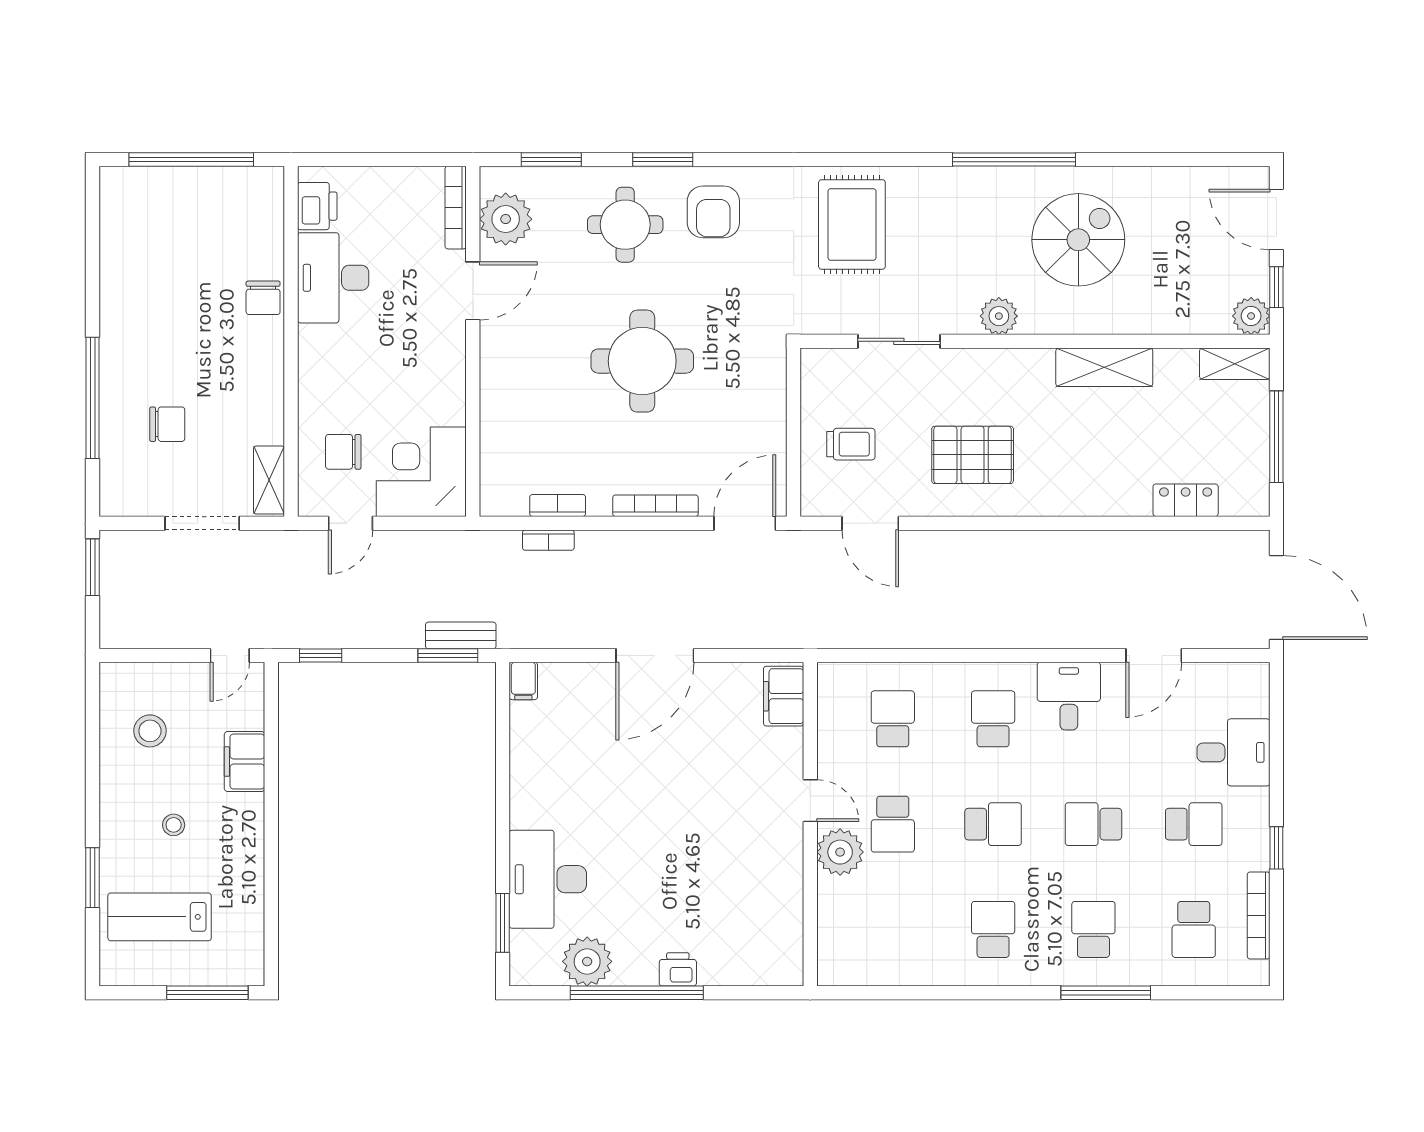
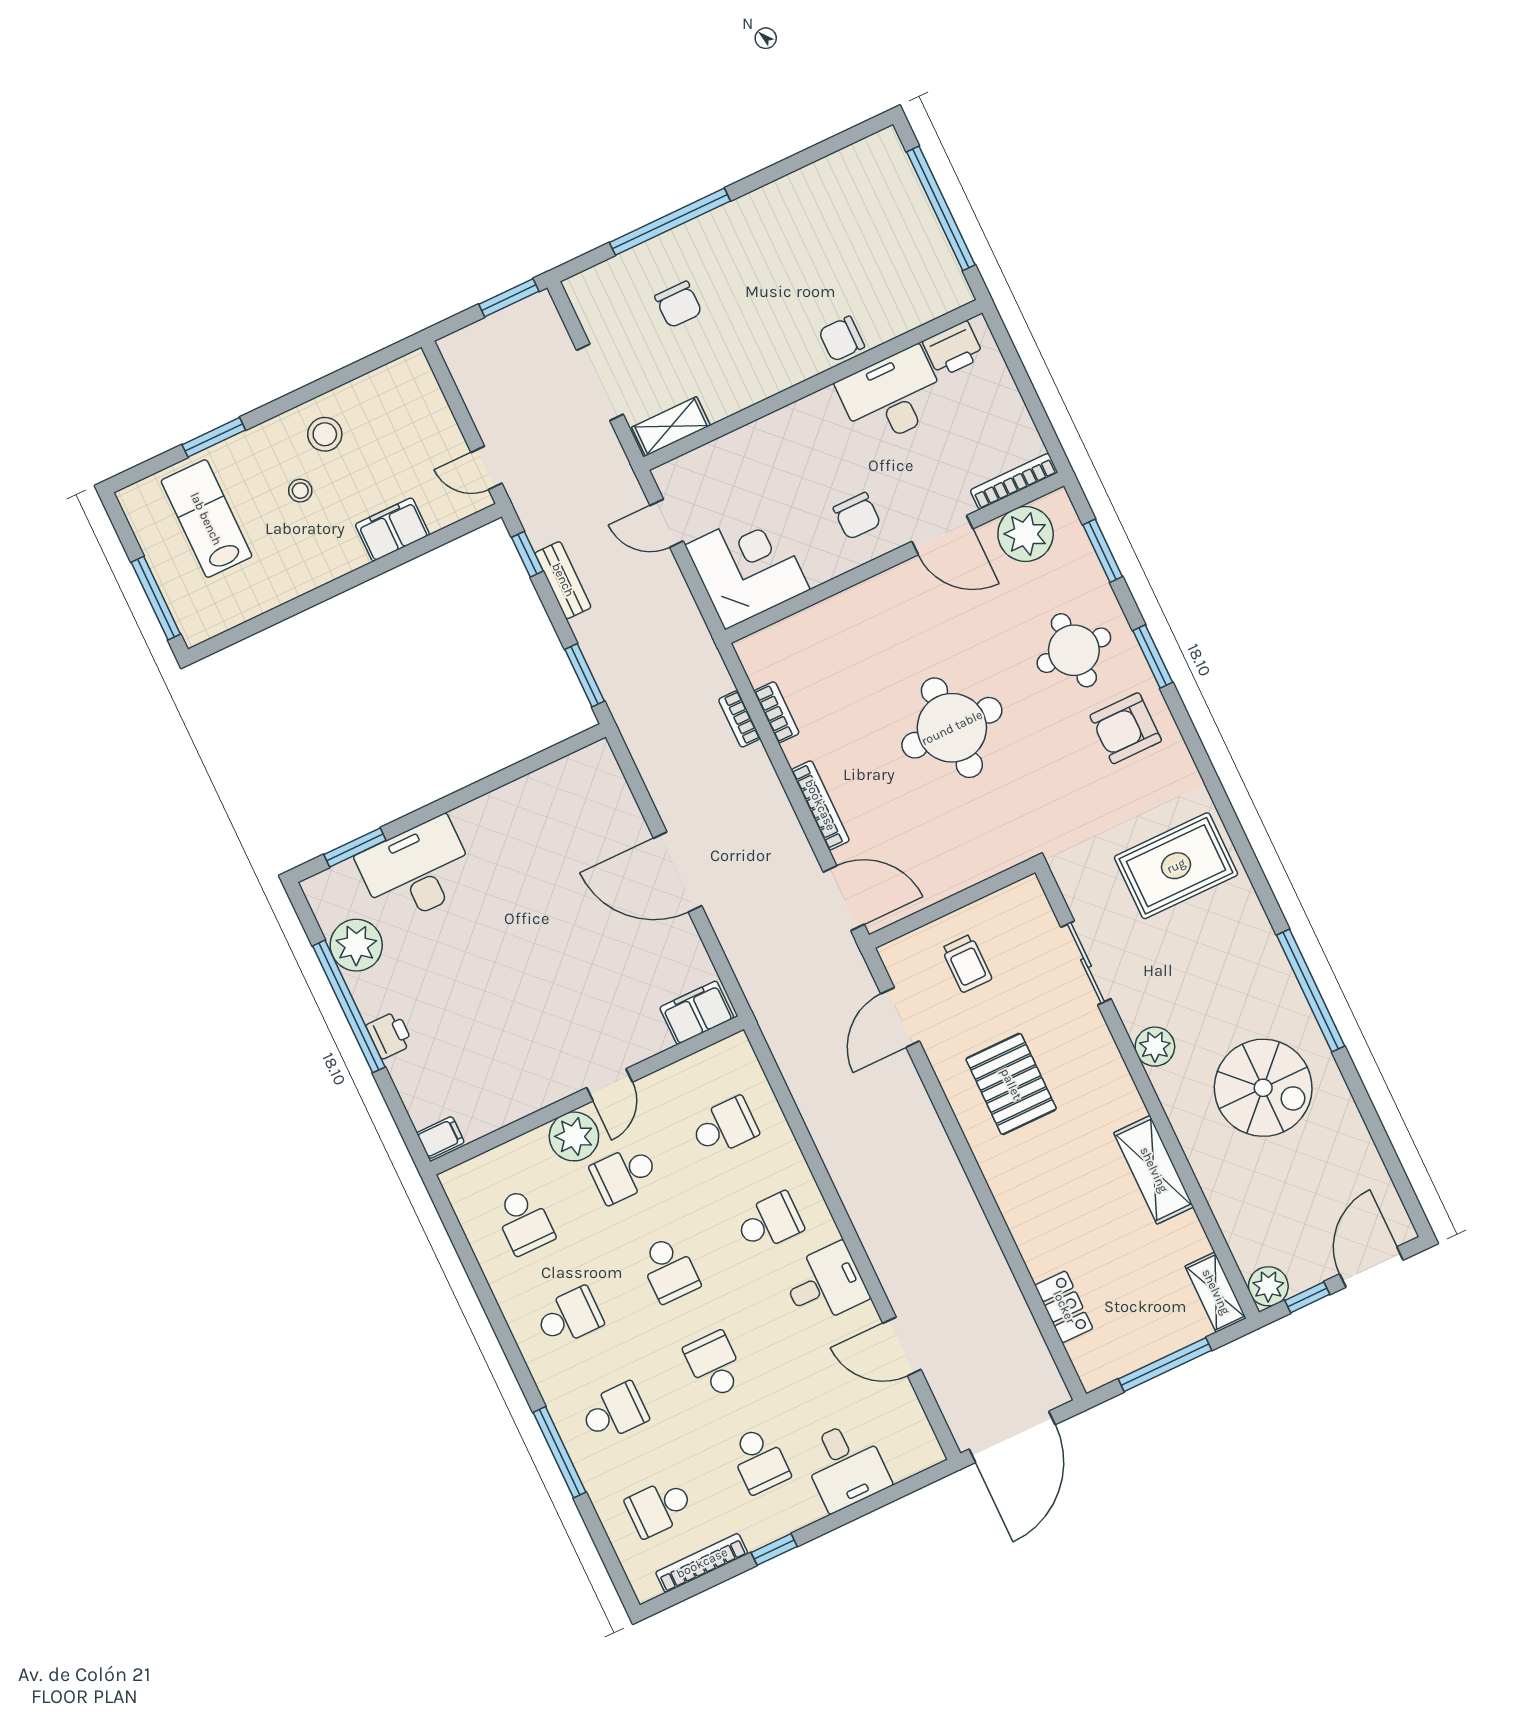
chair: (343, 452) -> (857, 516), moved, turned 180
bench: (461, 635) -> (563, 580), moved
filing cabinet: (523, 681) -> (440, 1138), moved, turned 180
stool: (150, 731) -> (325, 434), moved
school desk: (893, 929) -> (524, 1221), added

